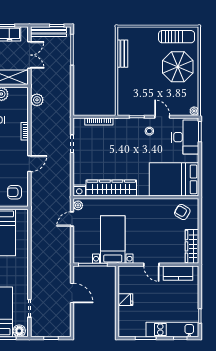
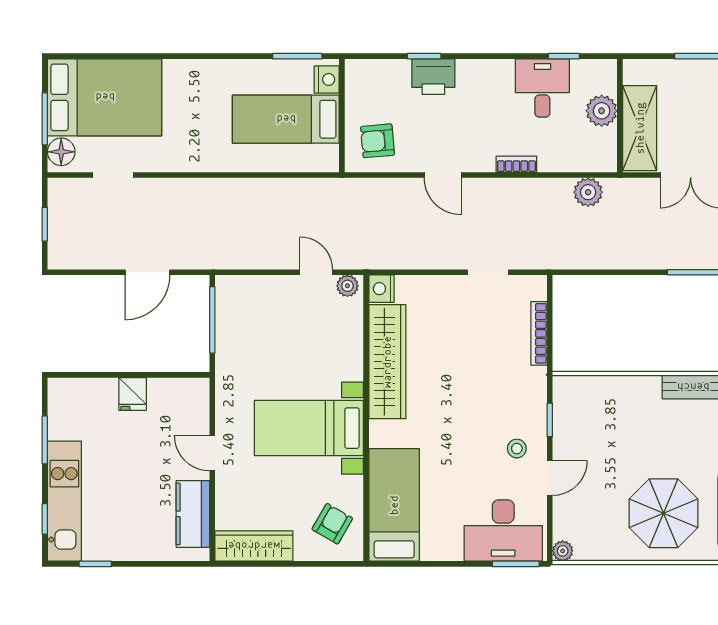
bed: (174, 179) -> (394, 505), width x0.67
armchair: (14, 192) -> (378, 141), turned -95
bed with nightstands: (113, 240) -> (309, 428), moved, turned 180
door: (151, 265) -> (212, 453), hinge flipped

